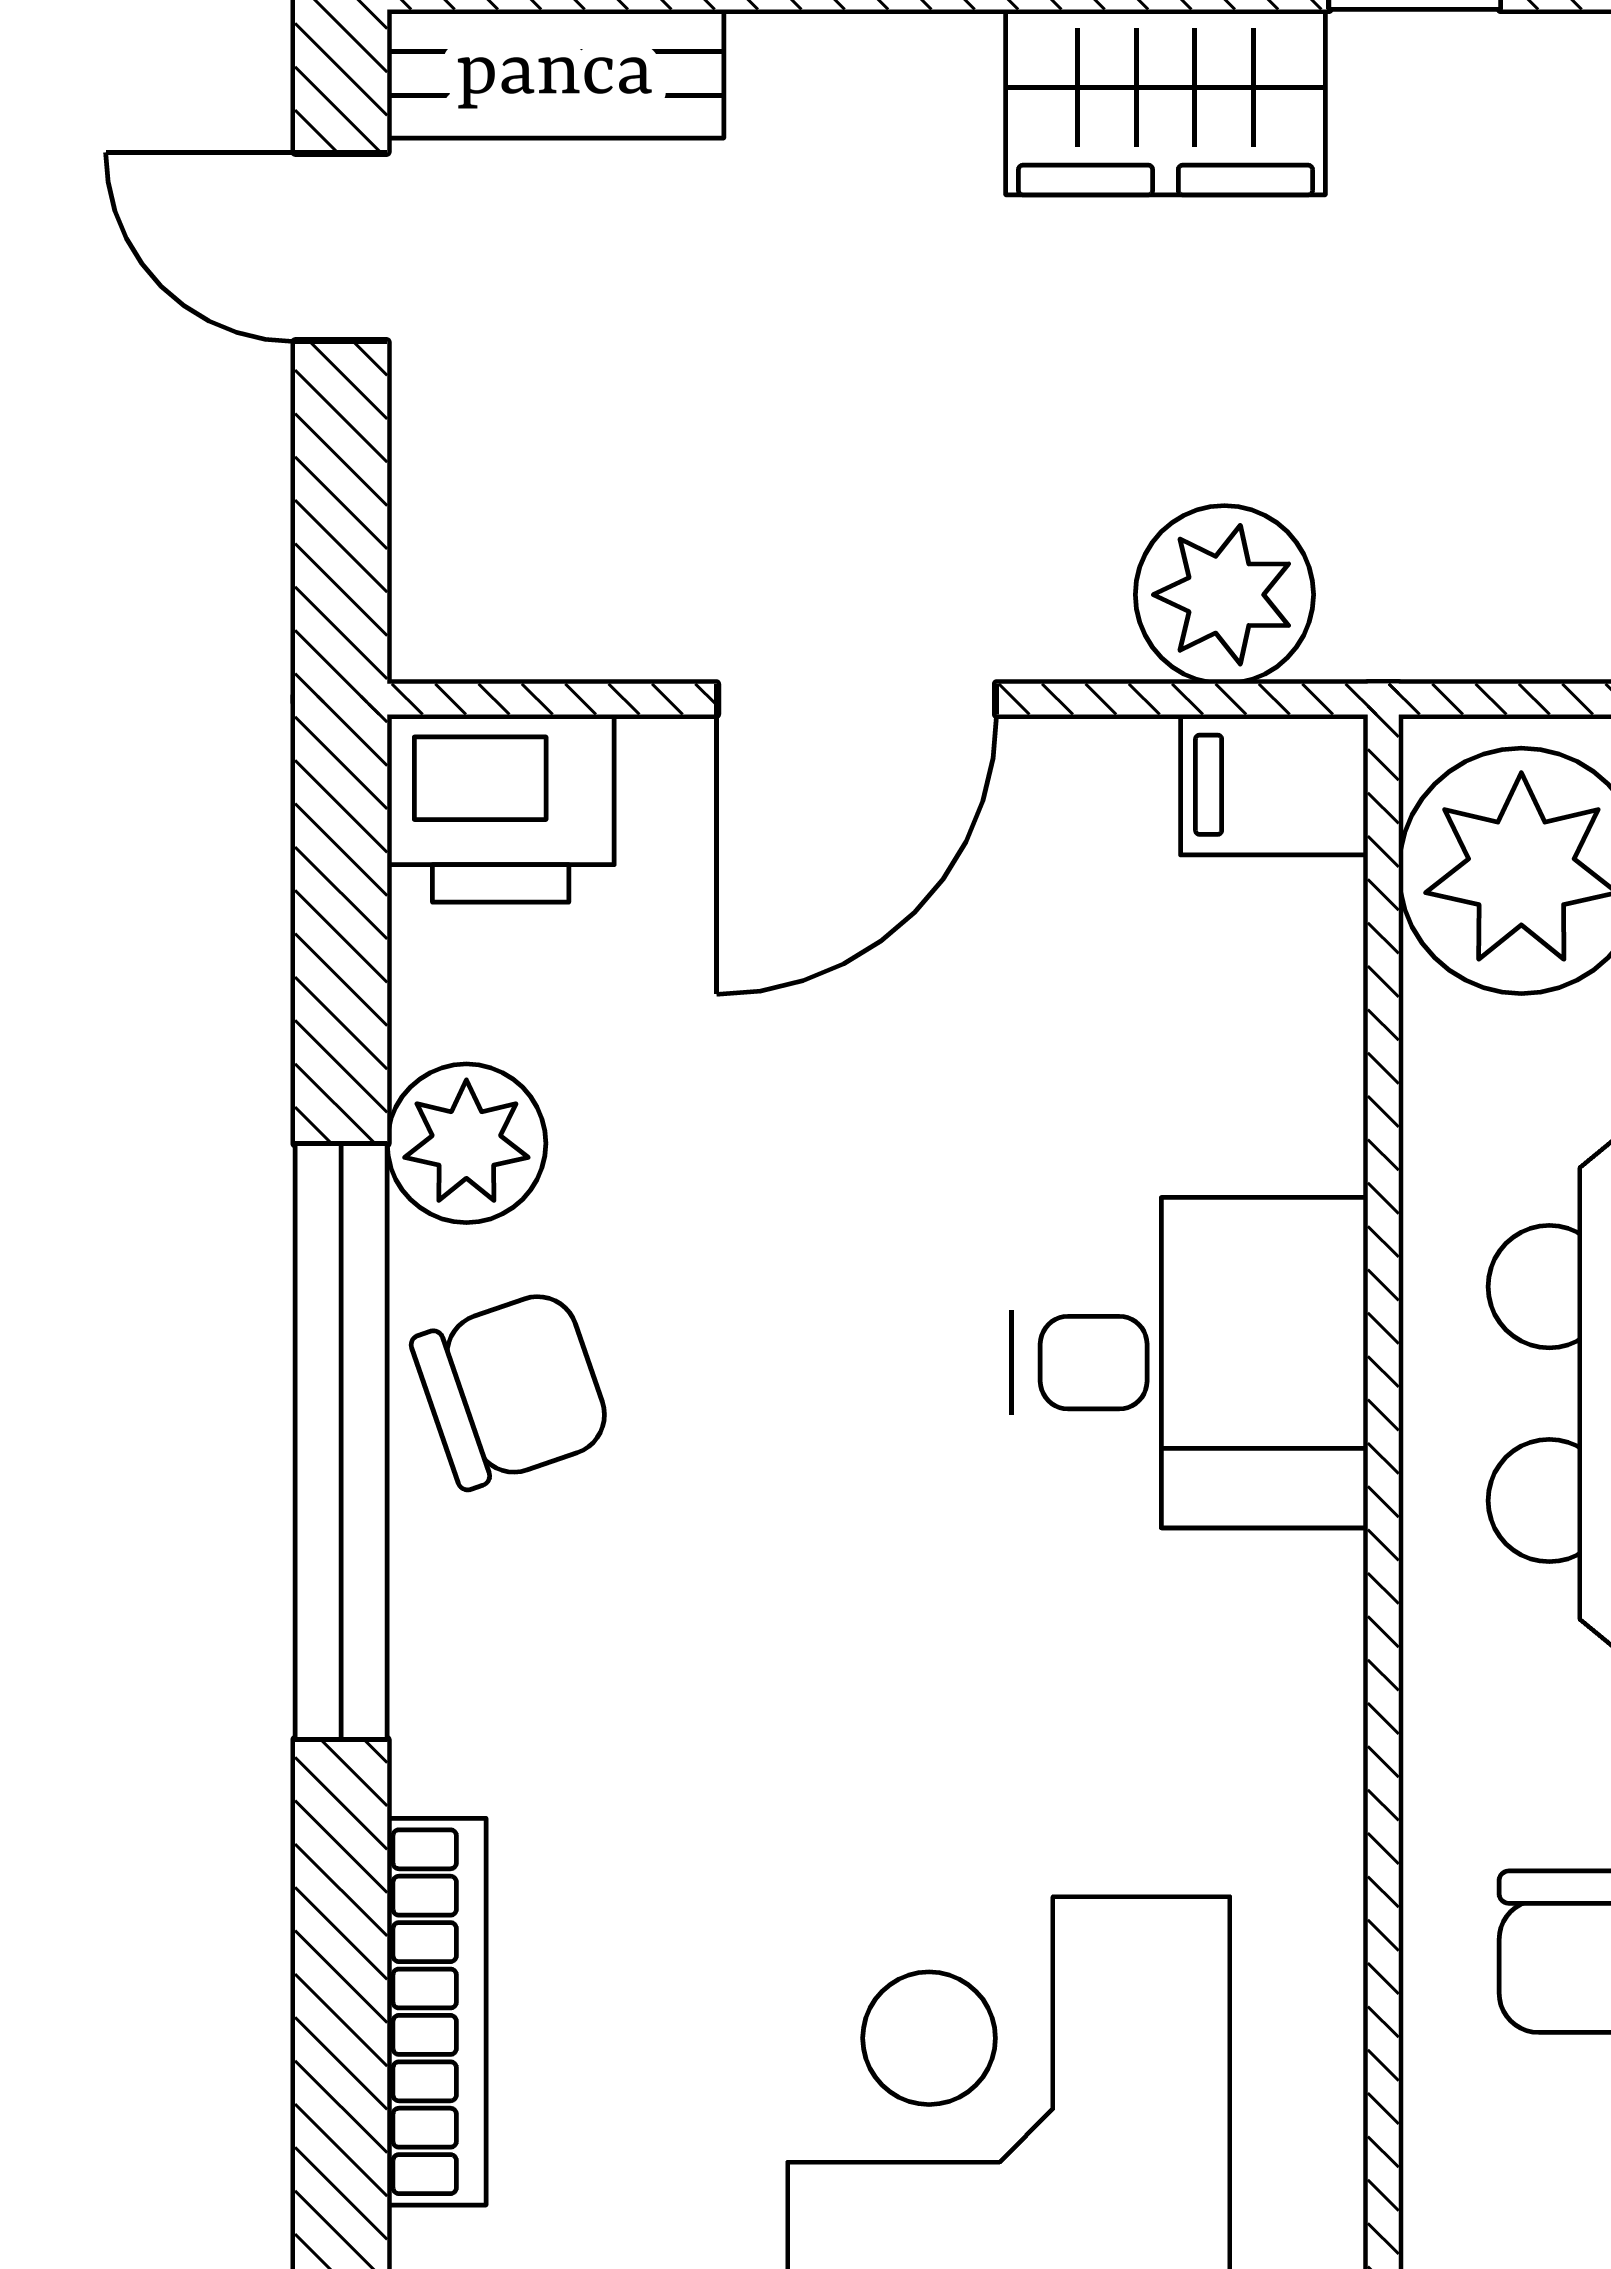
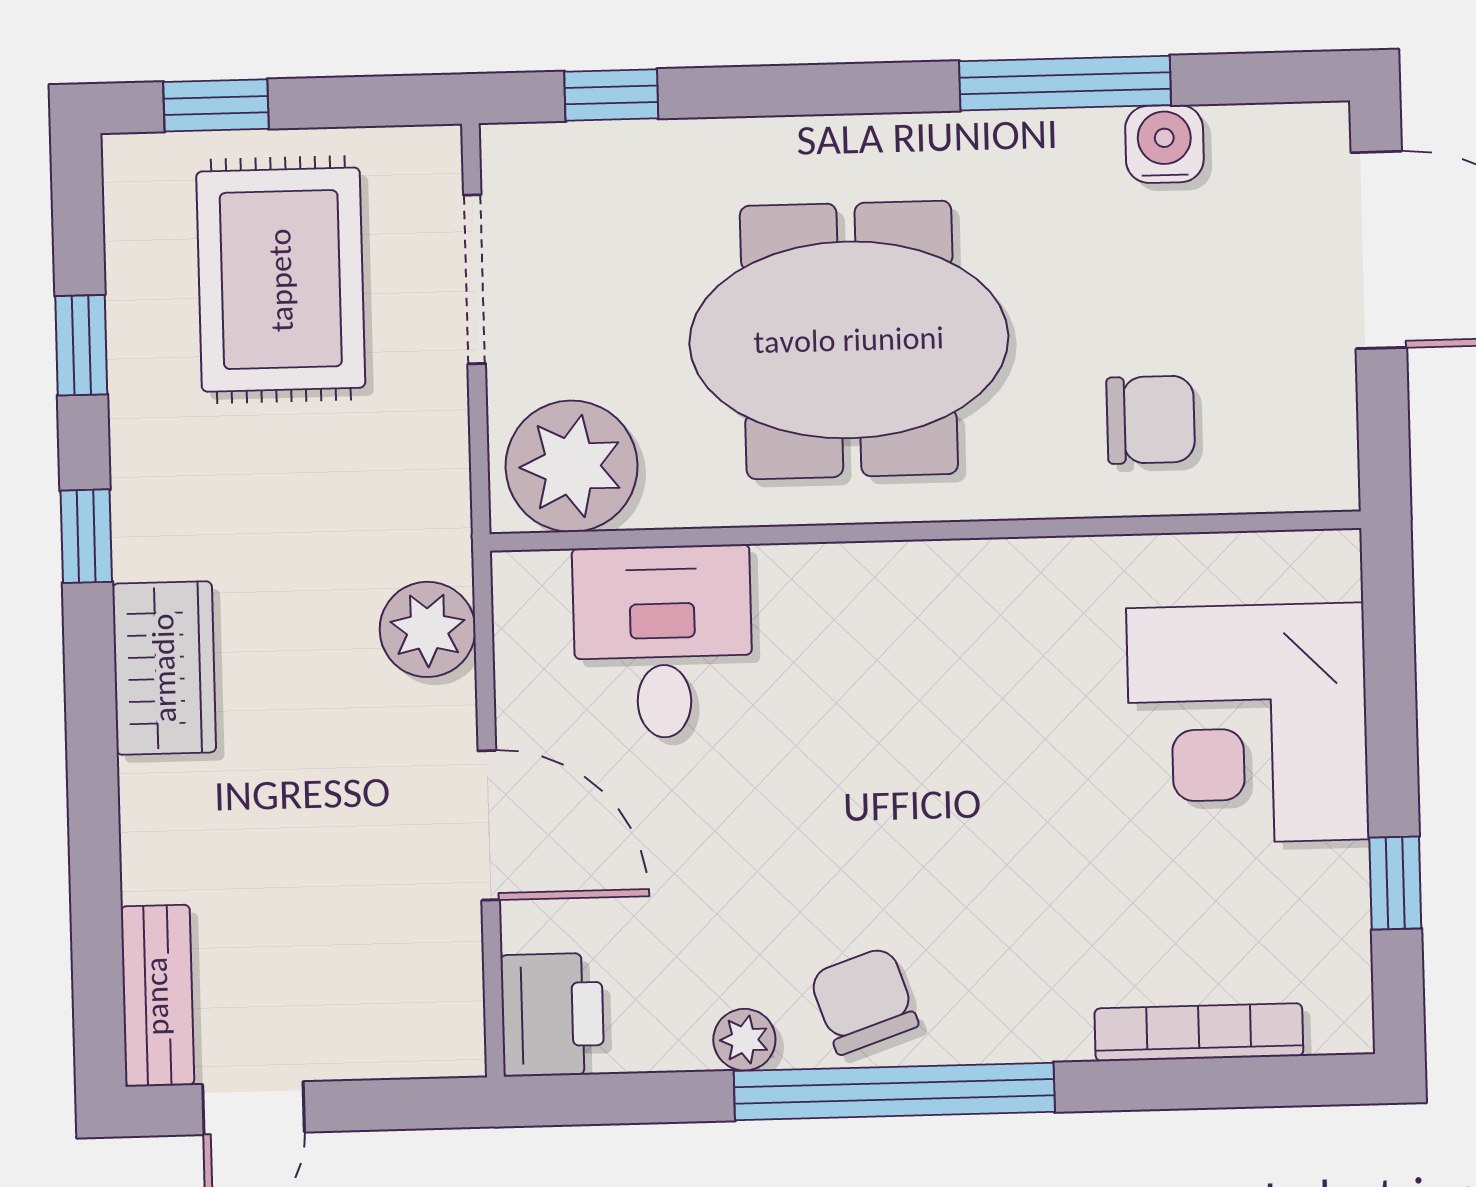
filing cabinet: (1274, 785) -> (529, 600), removed
plant: (466, 1143) -> (744, 1040), width x0.73, depth x0.73
desk: (1190, 1363) -> (663, 642), moved

